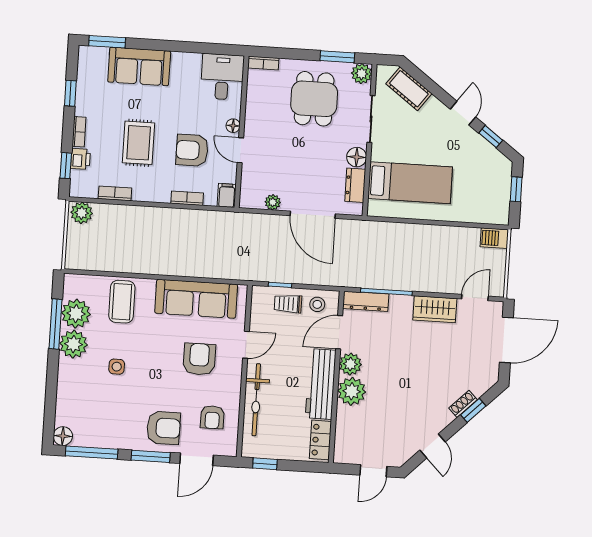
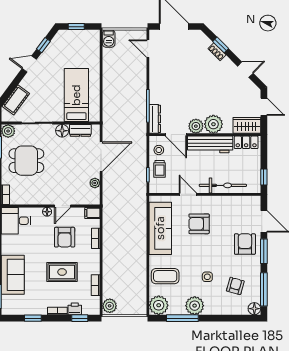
wardrobe: (435, 309) -> (247, 125), moved, turned -90
plant: (76, 314) -> (159, 305), moved
armchair: (212, 417) -> (235, 286), moved, turned -74

